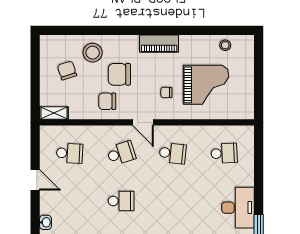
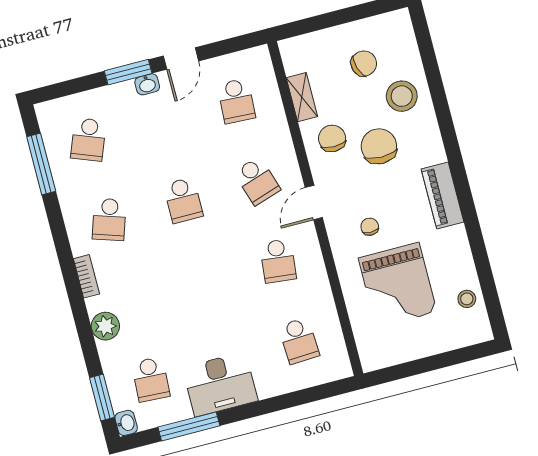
shelving: (54, 113) -> (302, 97), moved
window: (35, 214) -> (128, 72), added
washbasin: (45, 222) -> (147, 84), moved

